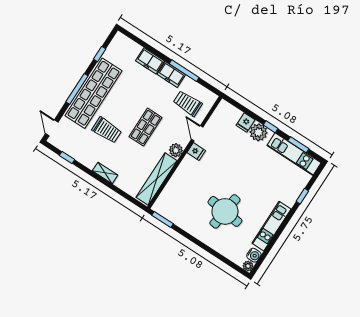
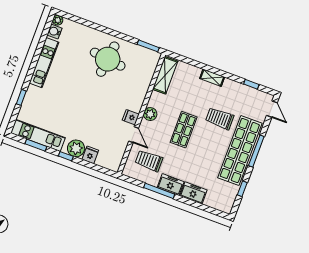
trolley: (188, 103) -> (149, 161), turned 180
shelving: (157, 179) -> (165, 75), width x0.68
round table: (225, 211) -> (108, 59), moved

